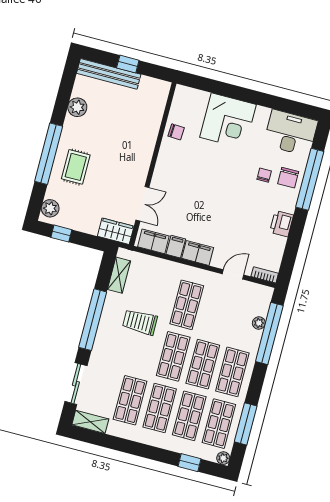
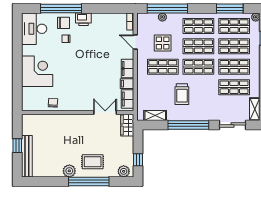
plant: (77, 107) -> (69, 171), moved
printer: (282, 224) -> (83, 19), moved
display table: (221, 314) -> (163, 43), added

